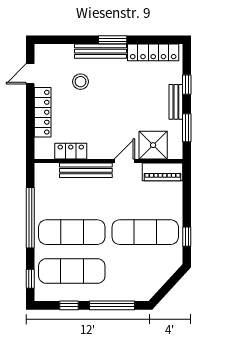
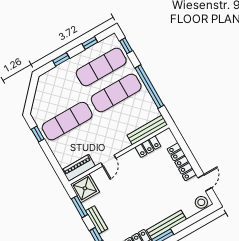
stool: (80, 82) -> (201, 202), moved
shower: (153, 145) -> (85, 188), moved
bench: (86, 170) -> (147, 130), moved
window: (112, 305) -> (61, 59), width x0.46

